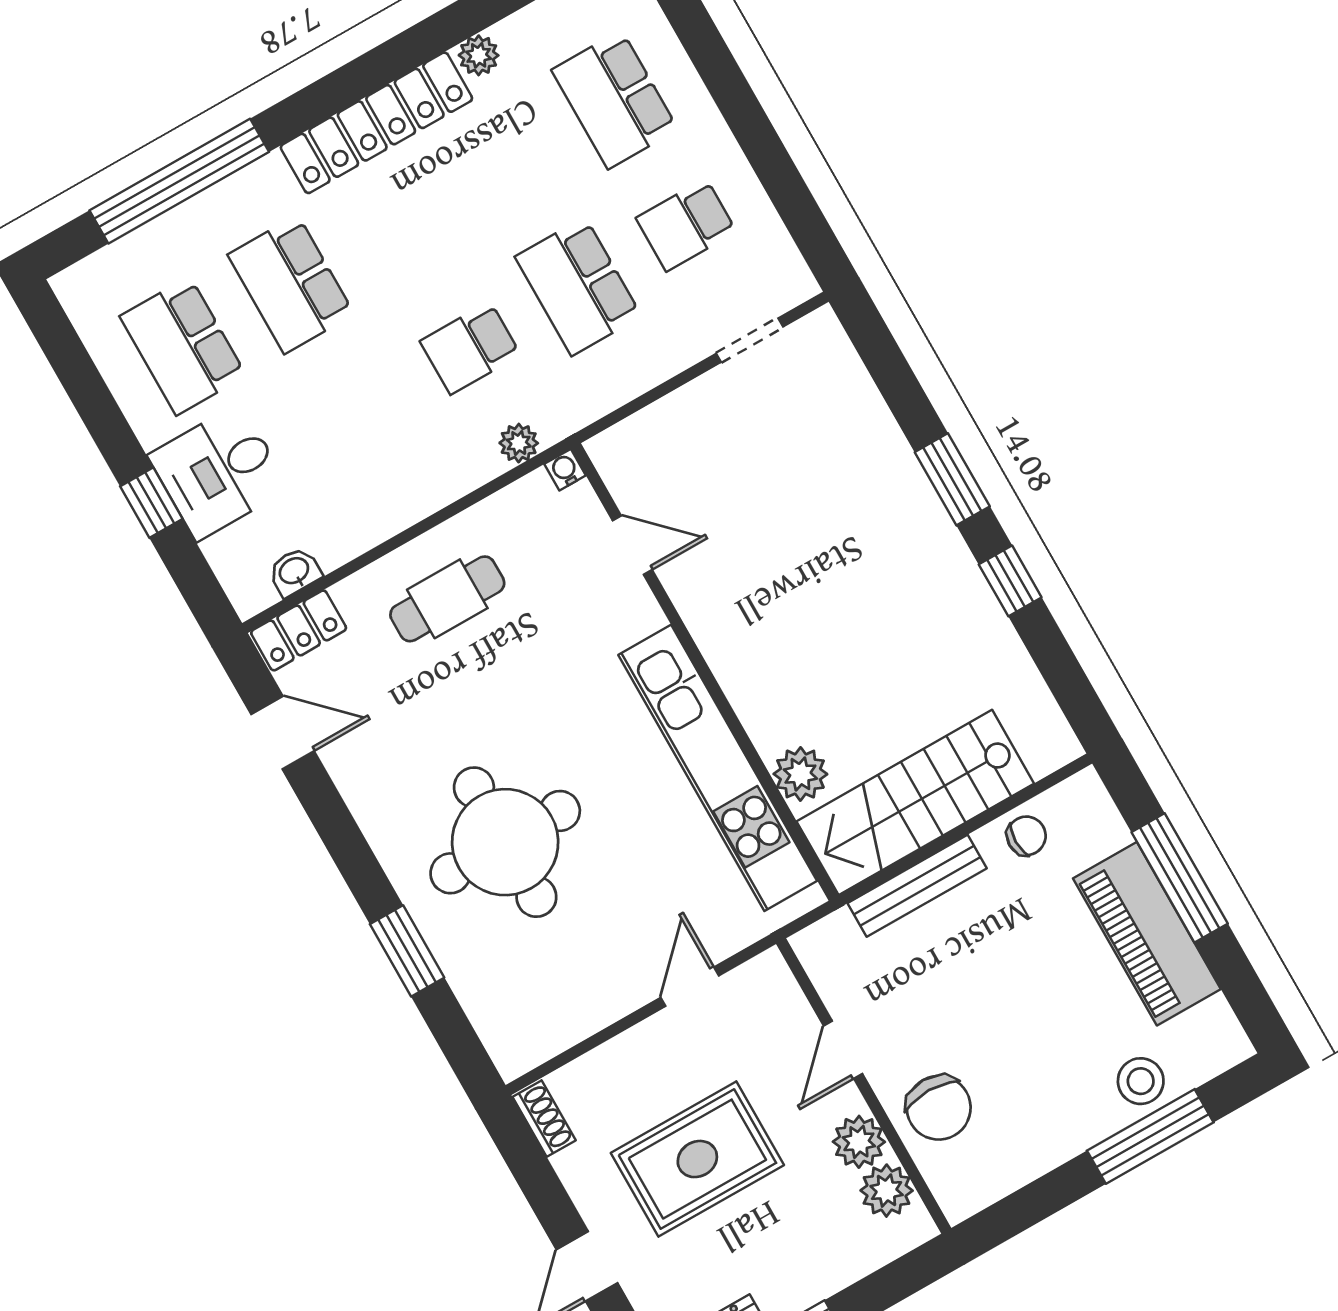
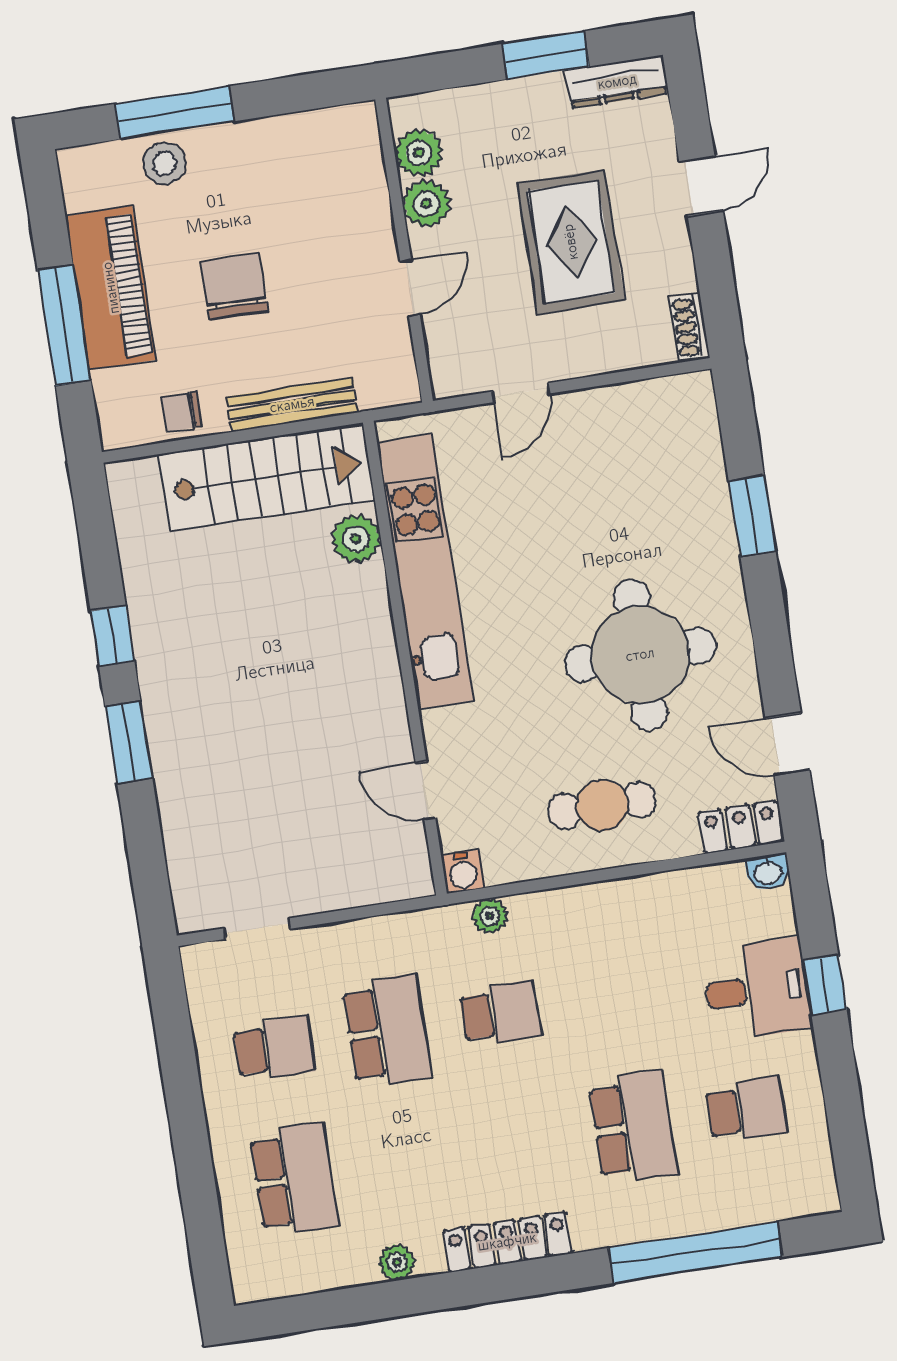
locker: (376, 123) -> (507, 1242), width x0.71, depth x0.83
school desk: (183, 346) -> (746, 1110), width x0.54
water cooler: (565, 470) -> (463, 872), width x1.38, depth x1.38
washbasin: (295, 572) -> (768, 872), moved
round table: (505, 842) -> (640, 655), moved
chair: (939, 1108) -> (234, 286), moved
rug: (697, 1159) -> (571, 242), turned 90

